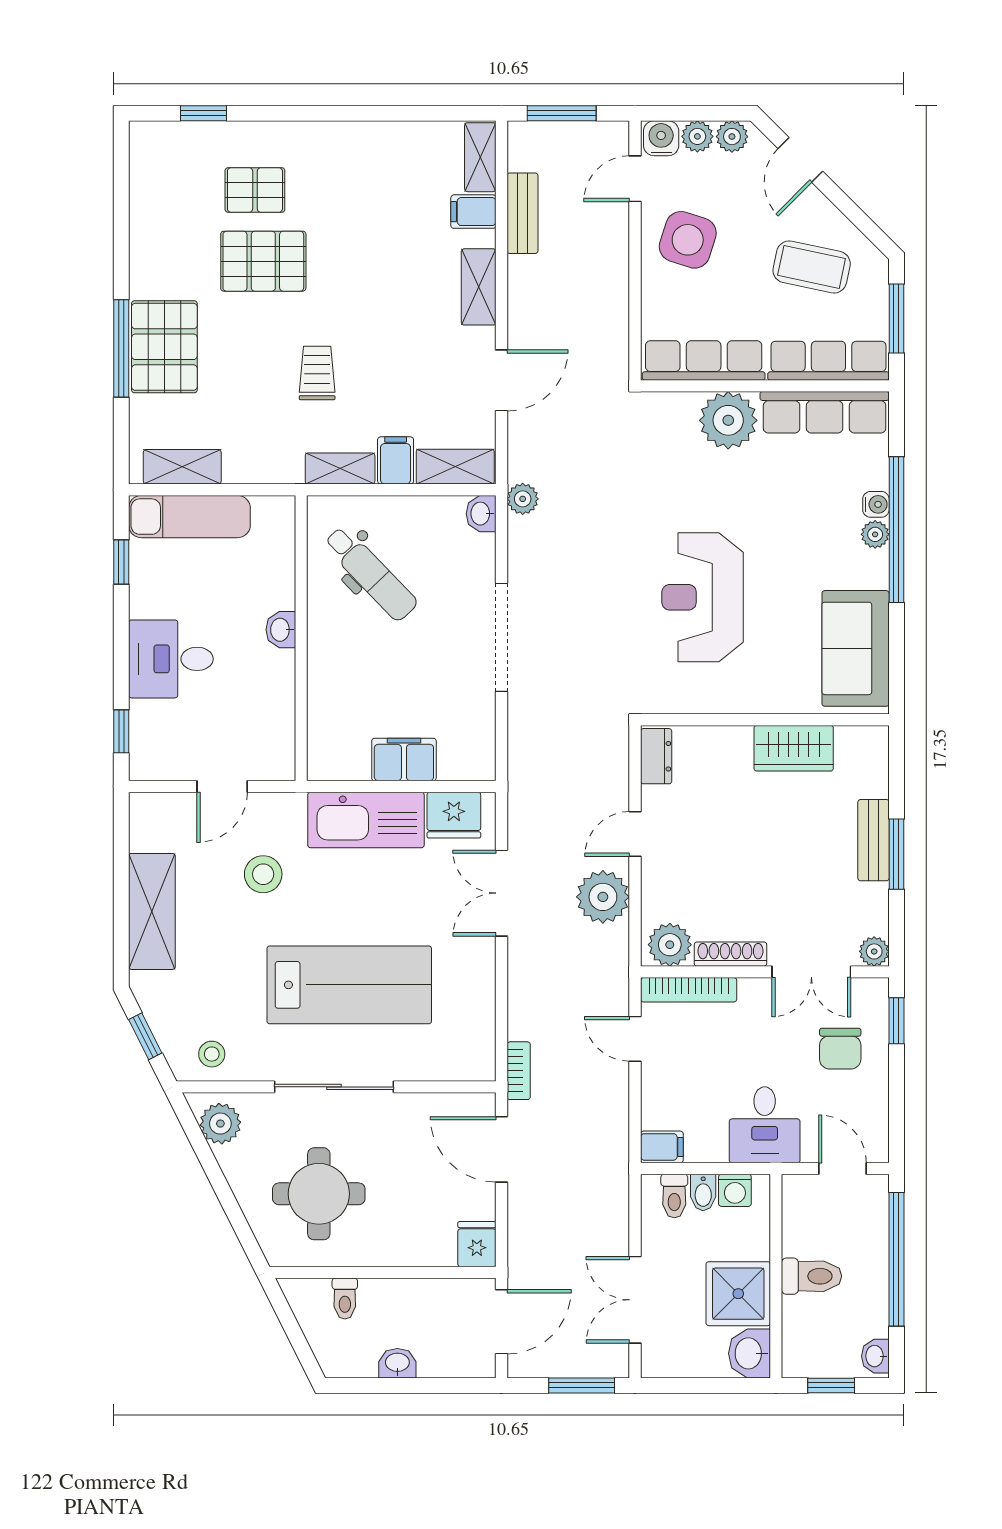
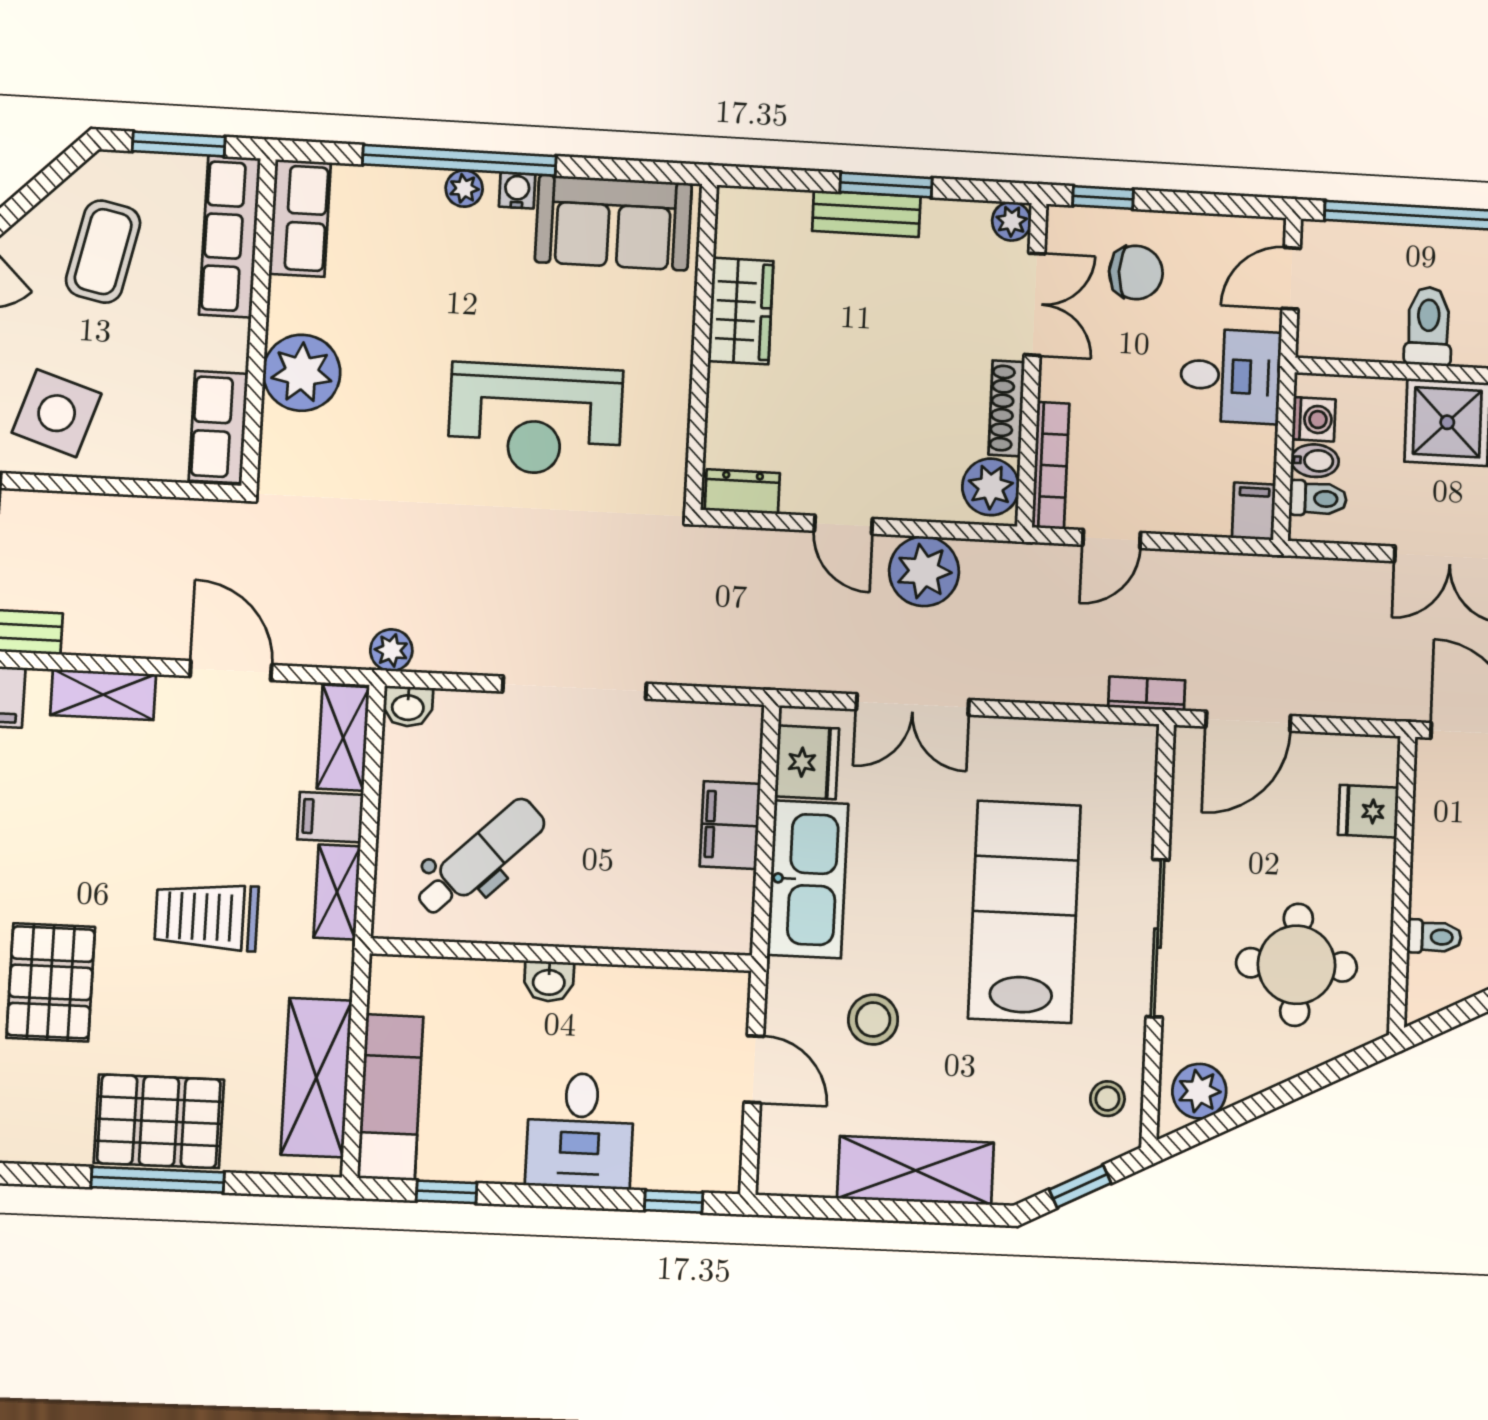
row of seats: (704, 360) -> (218, 427), width x0.68
trolley: (317, 373) -> (207, 917), width x1.36, depth x1.39
row of seats: (825, 412) -> (300, 218), width x0.68
shelving: (182, 467) -> (316, 1078), width x1.50, depth x1.33
water cooler: (876, 504) -> (517, 190), moved
fridge: (477, 1244) -> (1368, 811), moved

